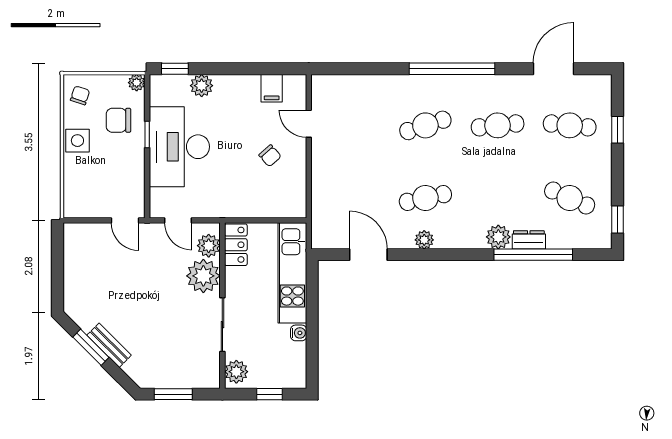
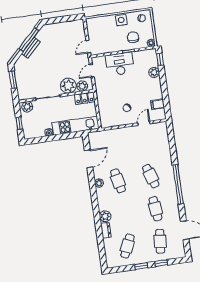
desk: (179, 147) -> (120, 64), width x0.73, depth x0.77
window: (618, 220) -> (141, 266), moved
window: (533, 255) -> (99, 233), removed
window: (91, 347) -> (29, 40), width x1.44

